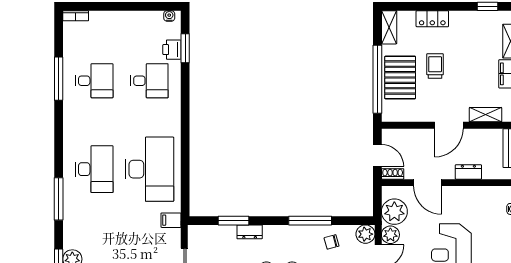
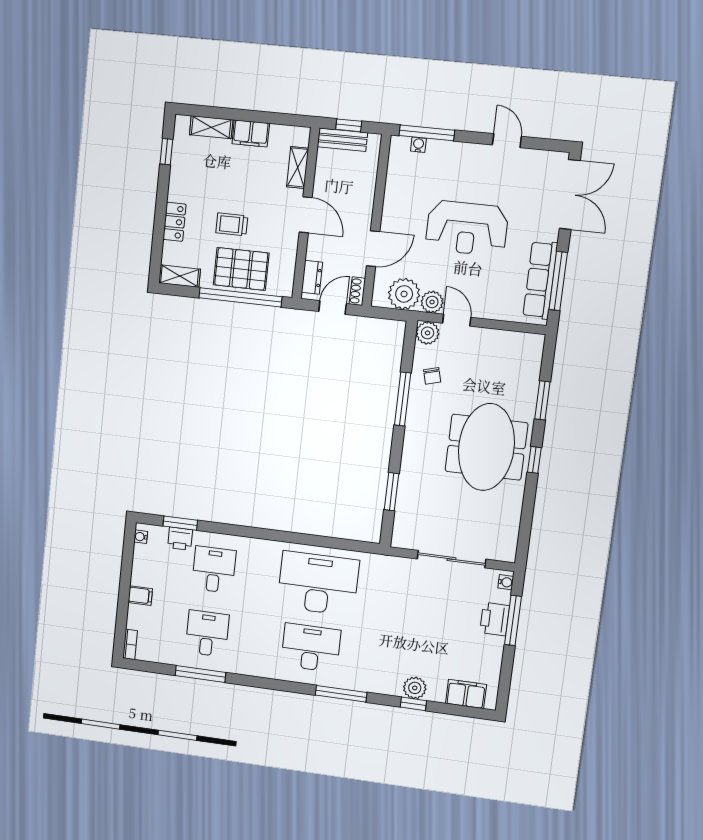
dresser: (468, 172) -> (312, 277), moved, turned 180
filing cabinet: (171, 220) -> (140, 596), moved, turned -90
dresser: (250, 232) -> (408, 474), removed

